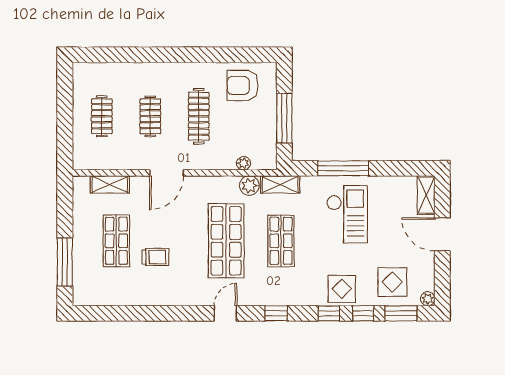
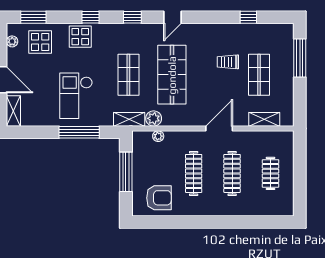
clothes rail: (150, 116) -> (232, 173), width x1.36
plant: (428, 299) -> (12, 41), moved
window: (363, 313) -> (248, 17), moved

